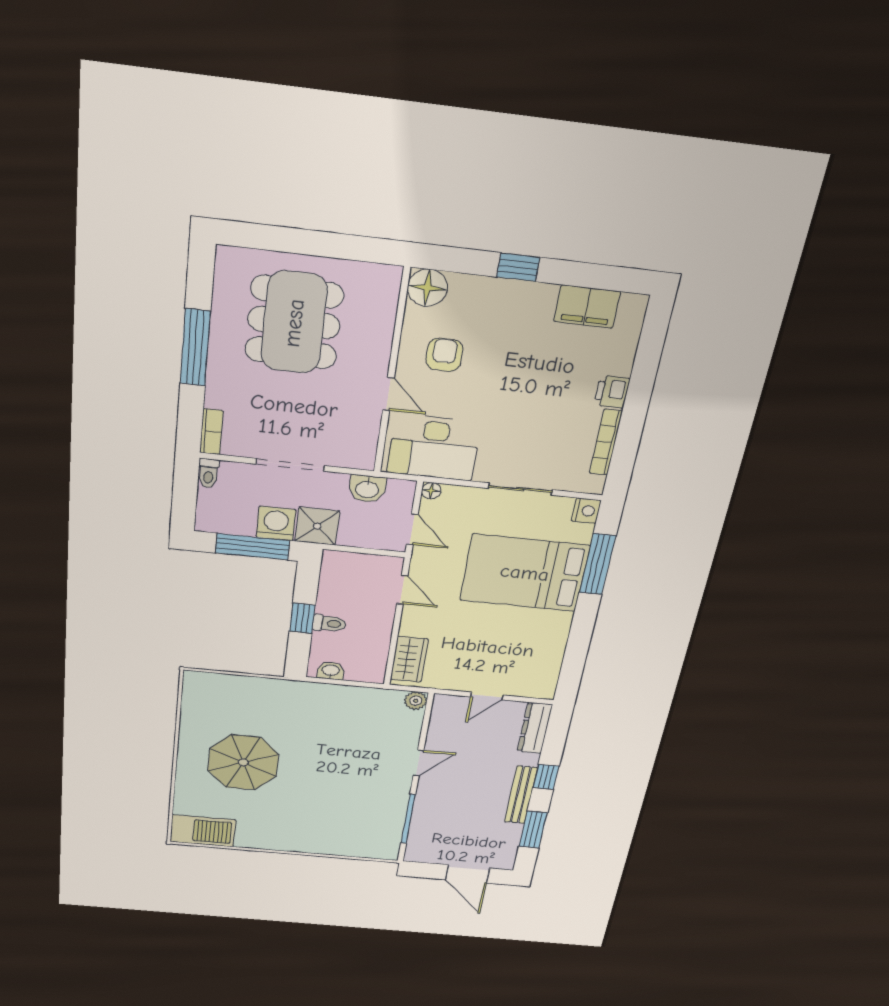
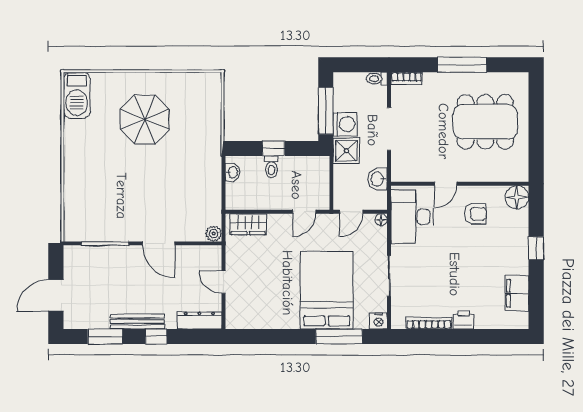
door: (418, 763) -> (159, 243), width x1.38

